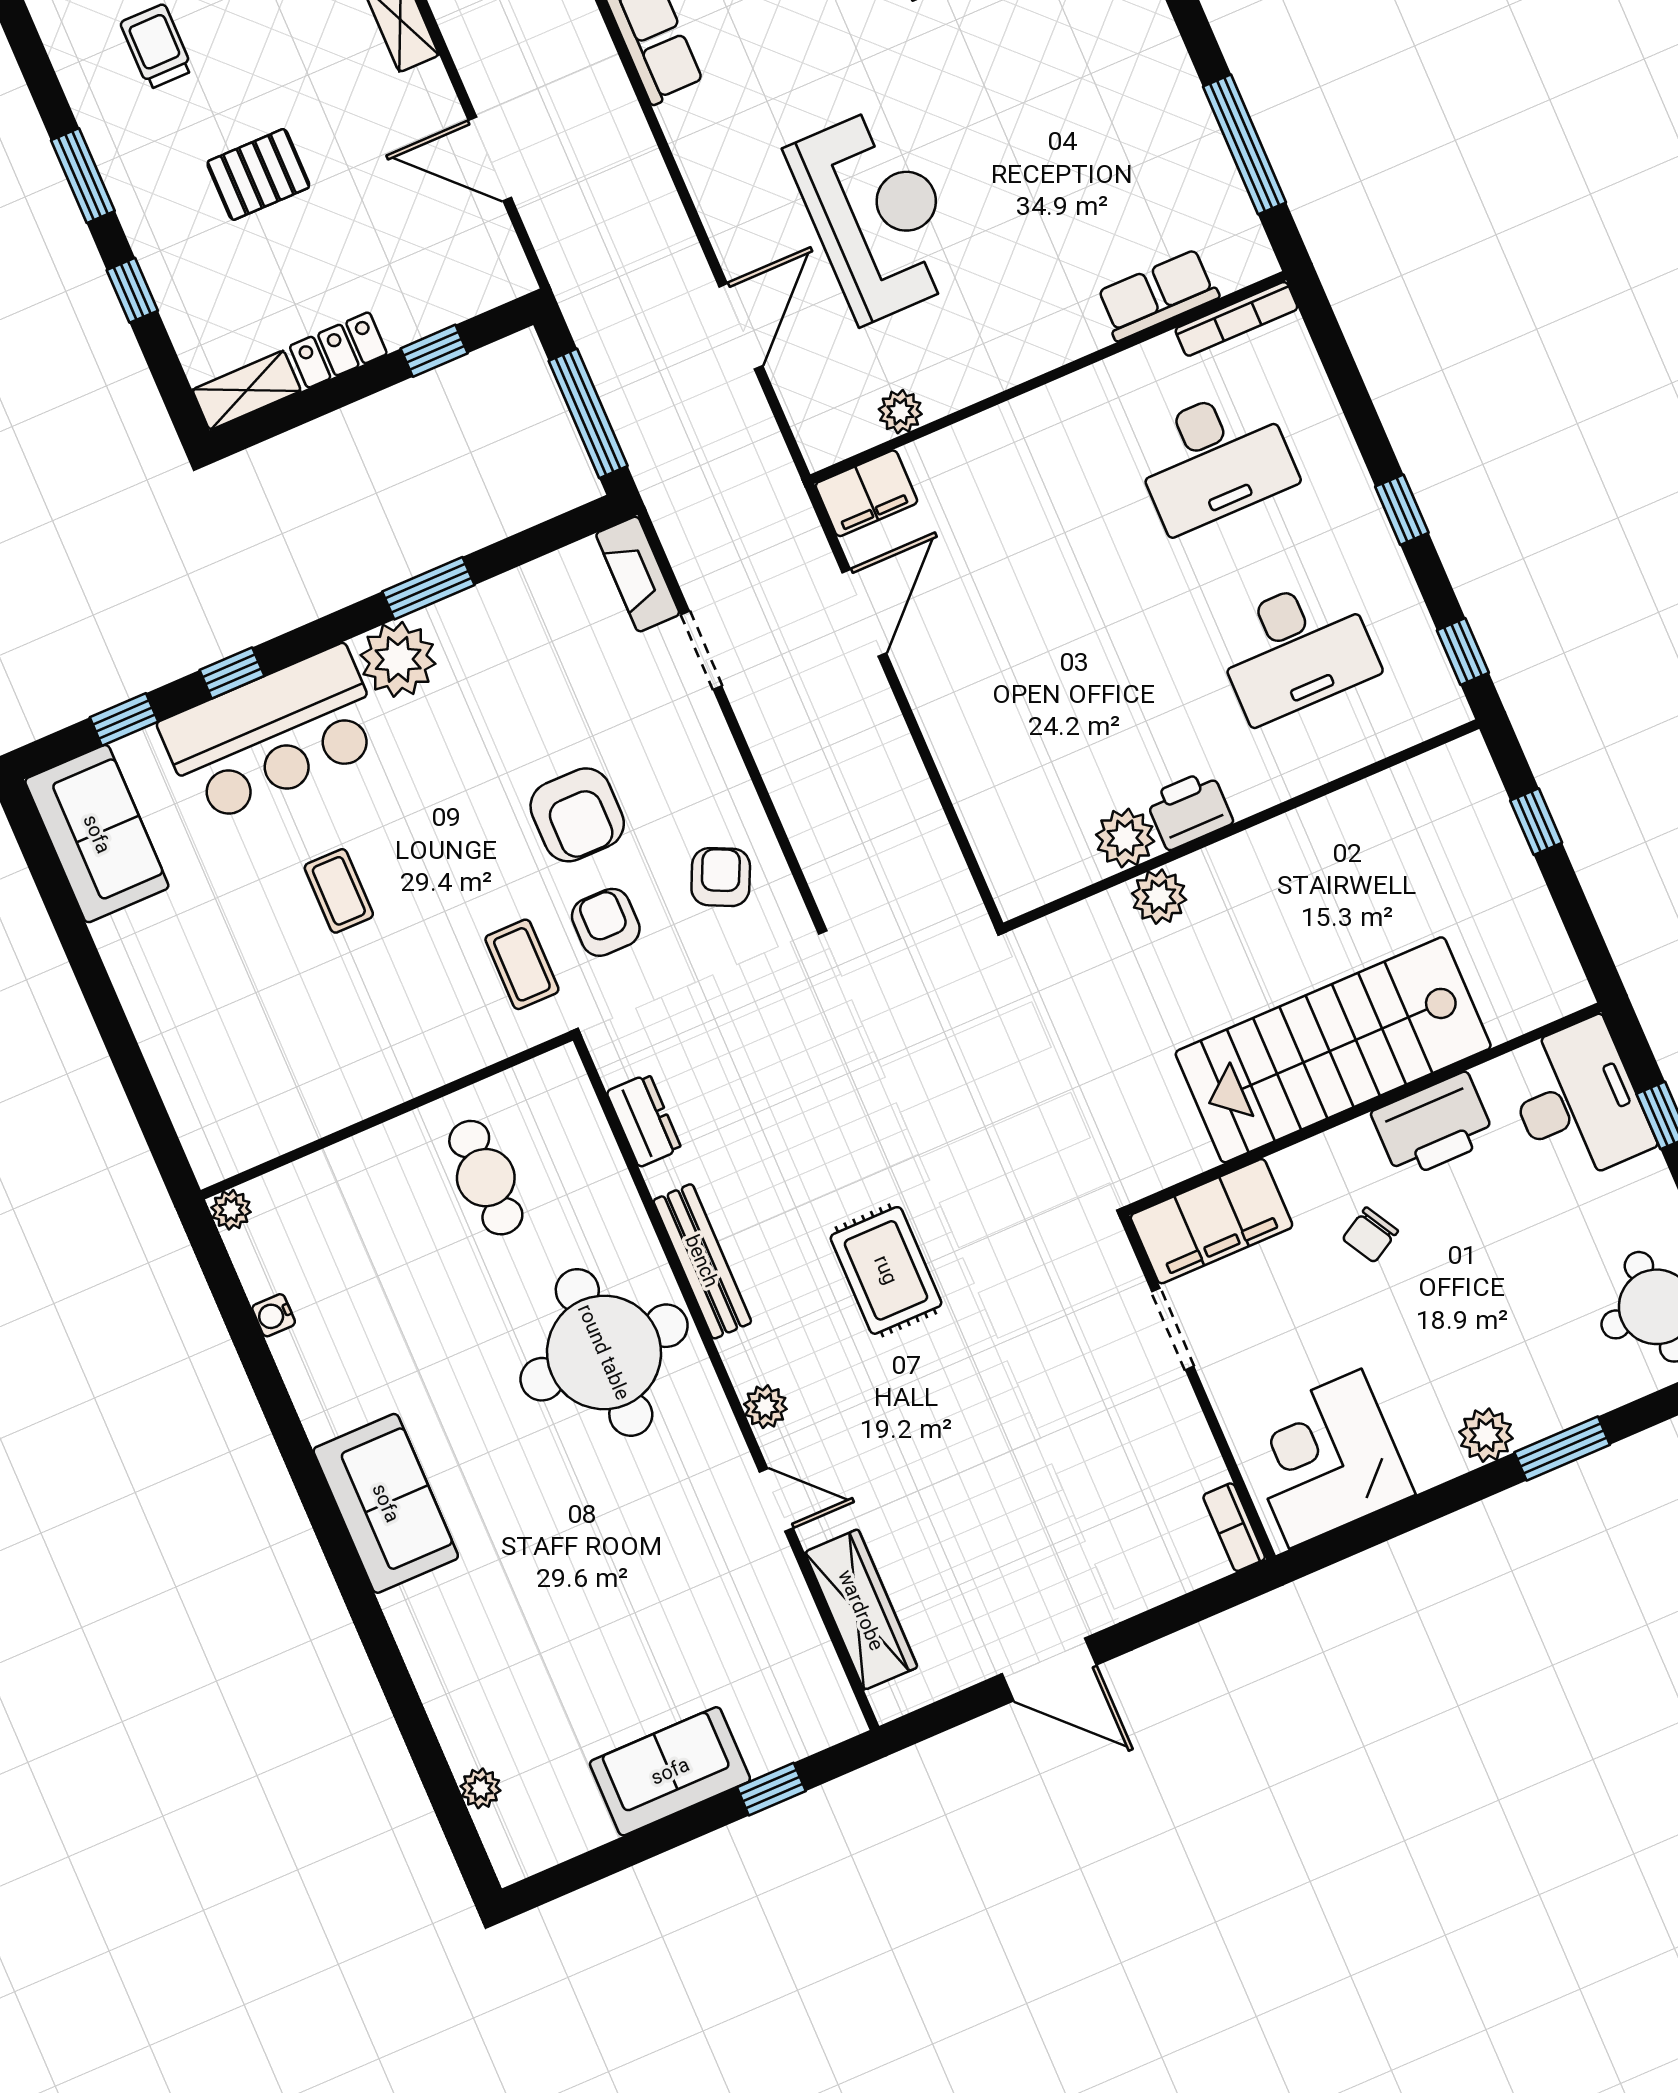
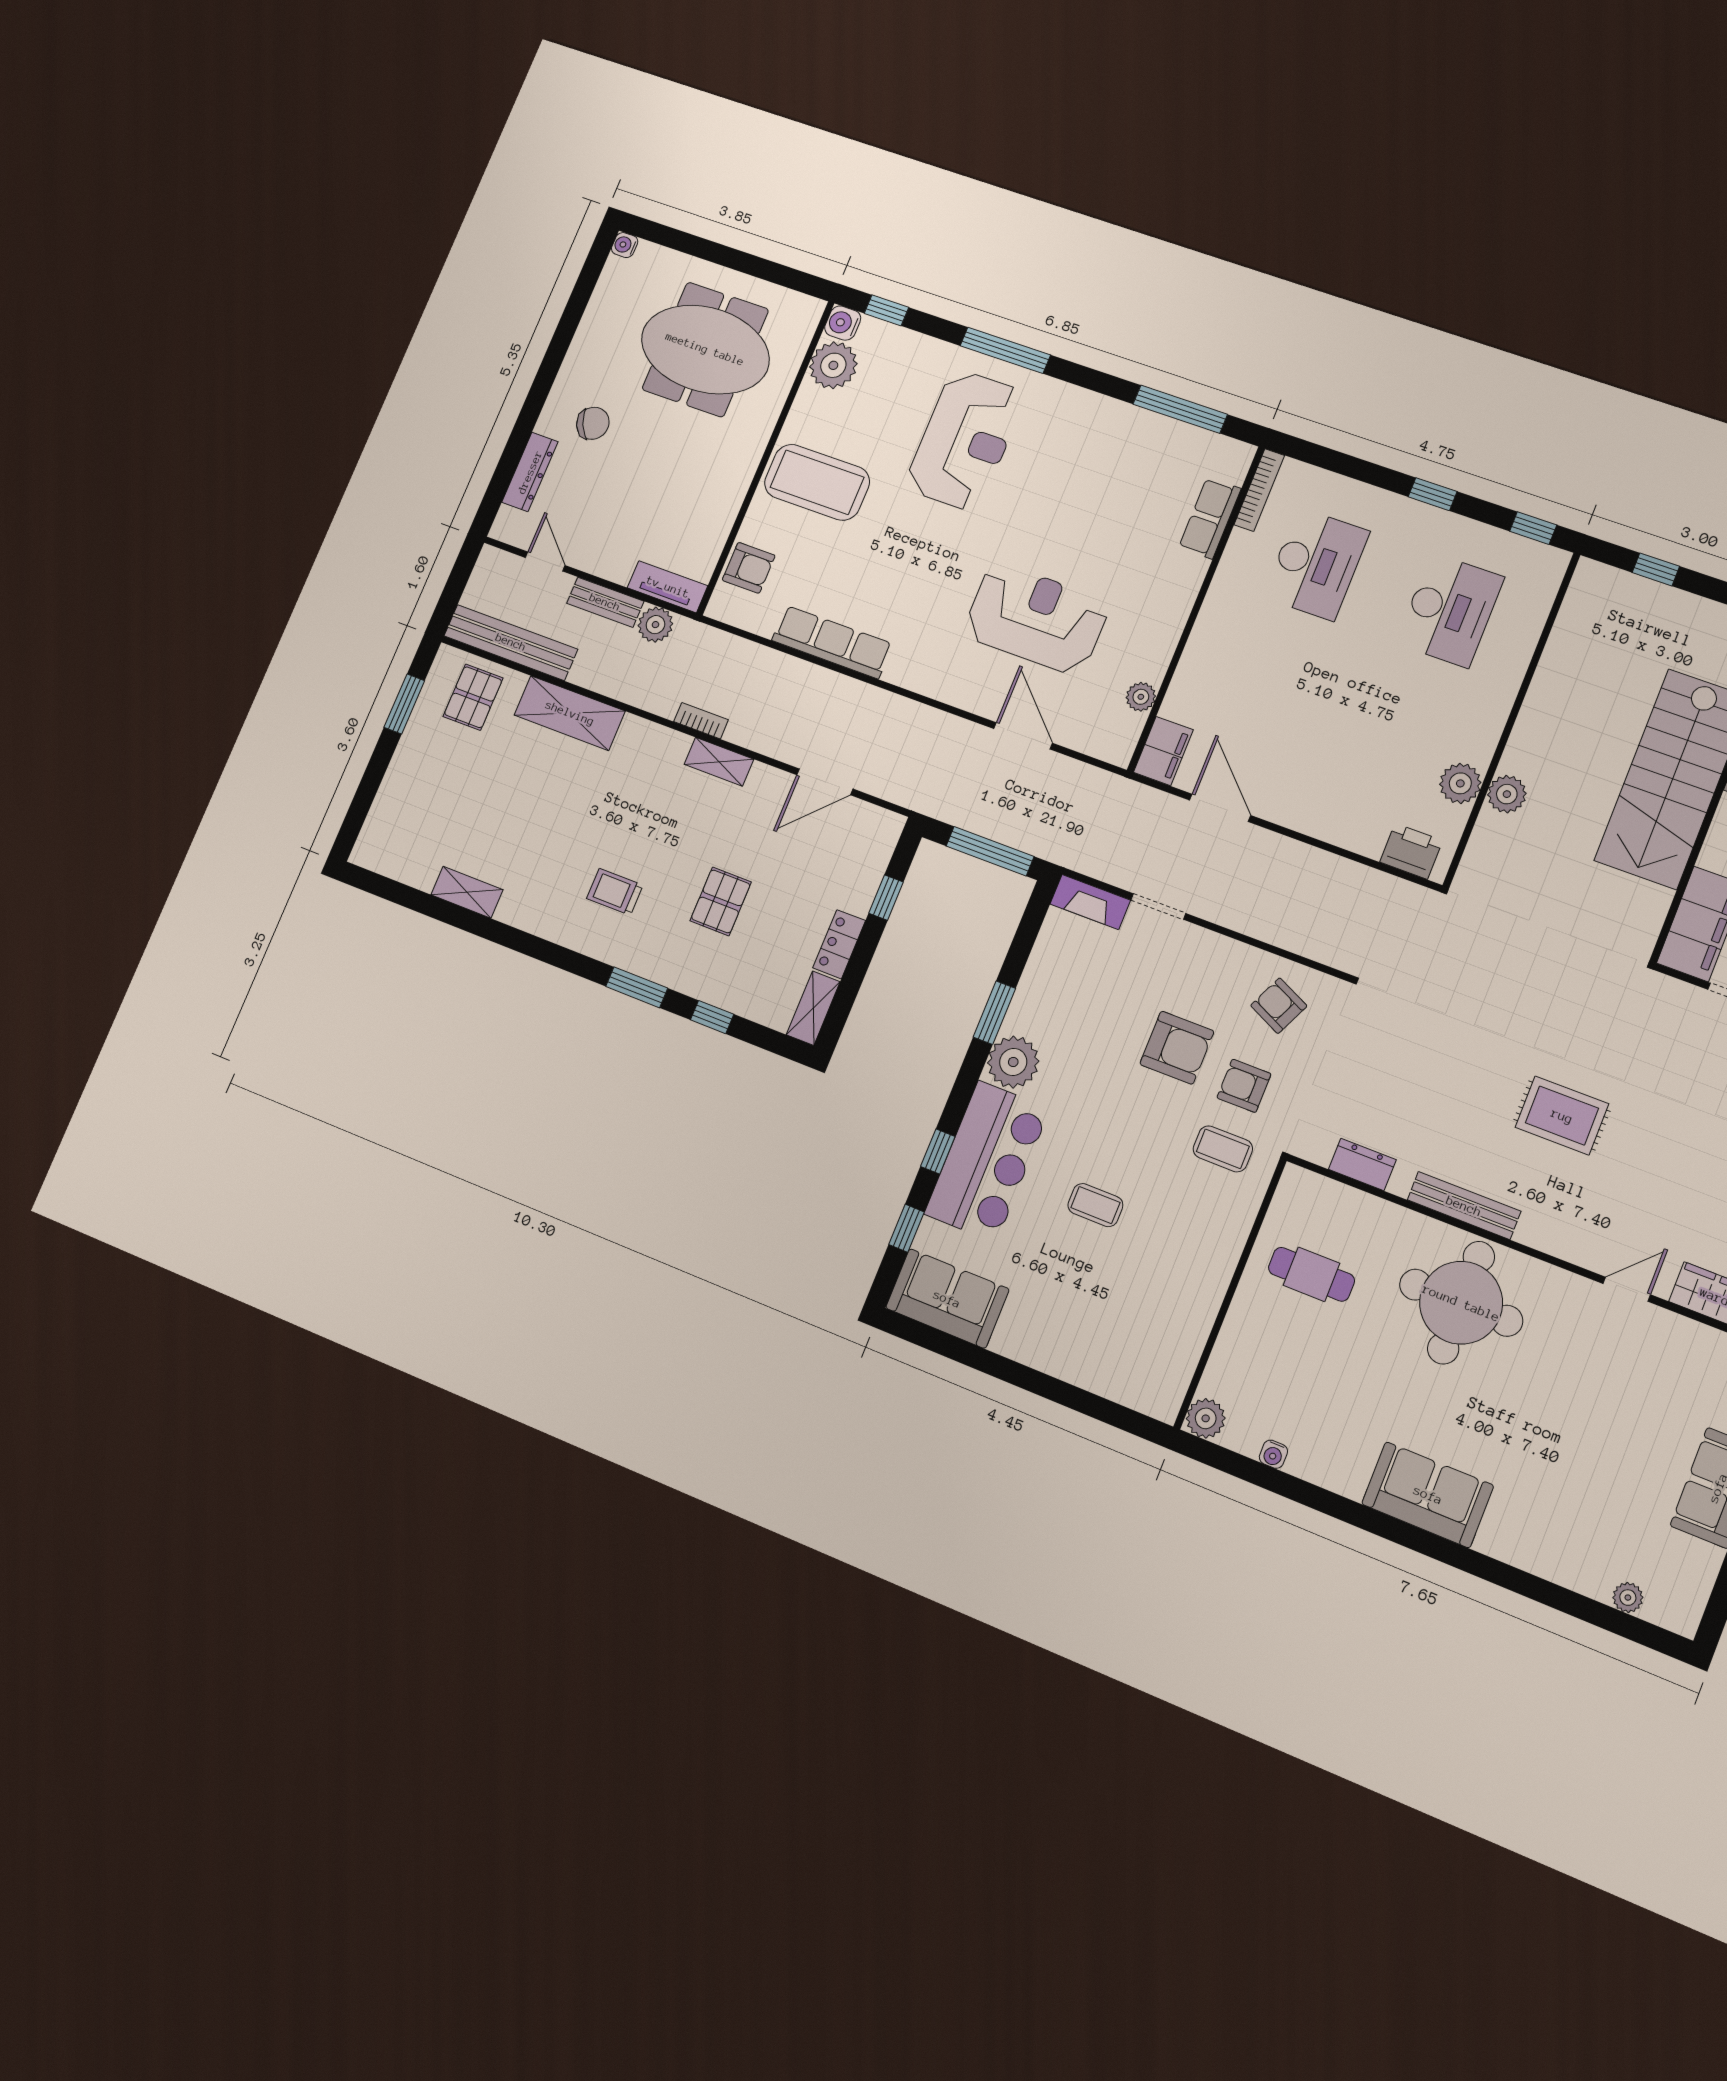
printer: (1189, 810) -> (1411, 851), moved, turned 90
plant: (231, 1210) -> (1206, 1418), width x1.38, depth x1.38
plant: (765, 1407) -> (1572, 1247), removed

